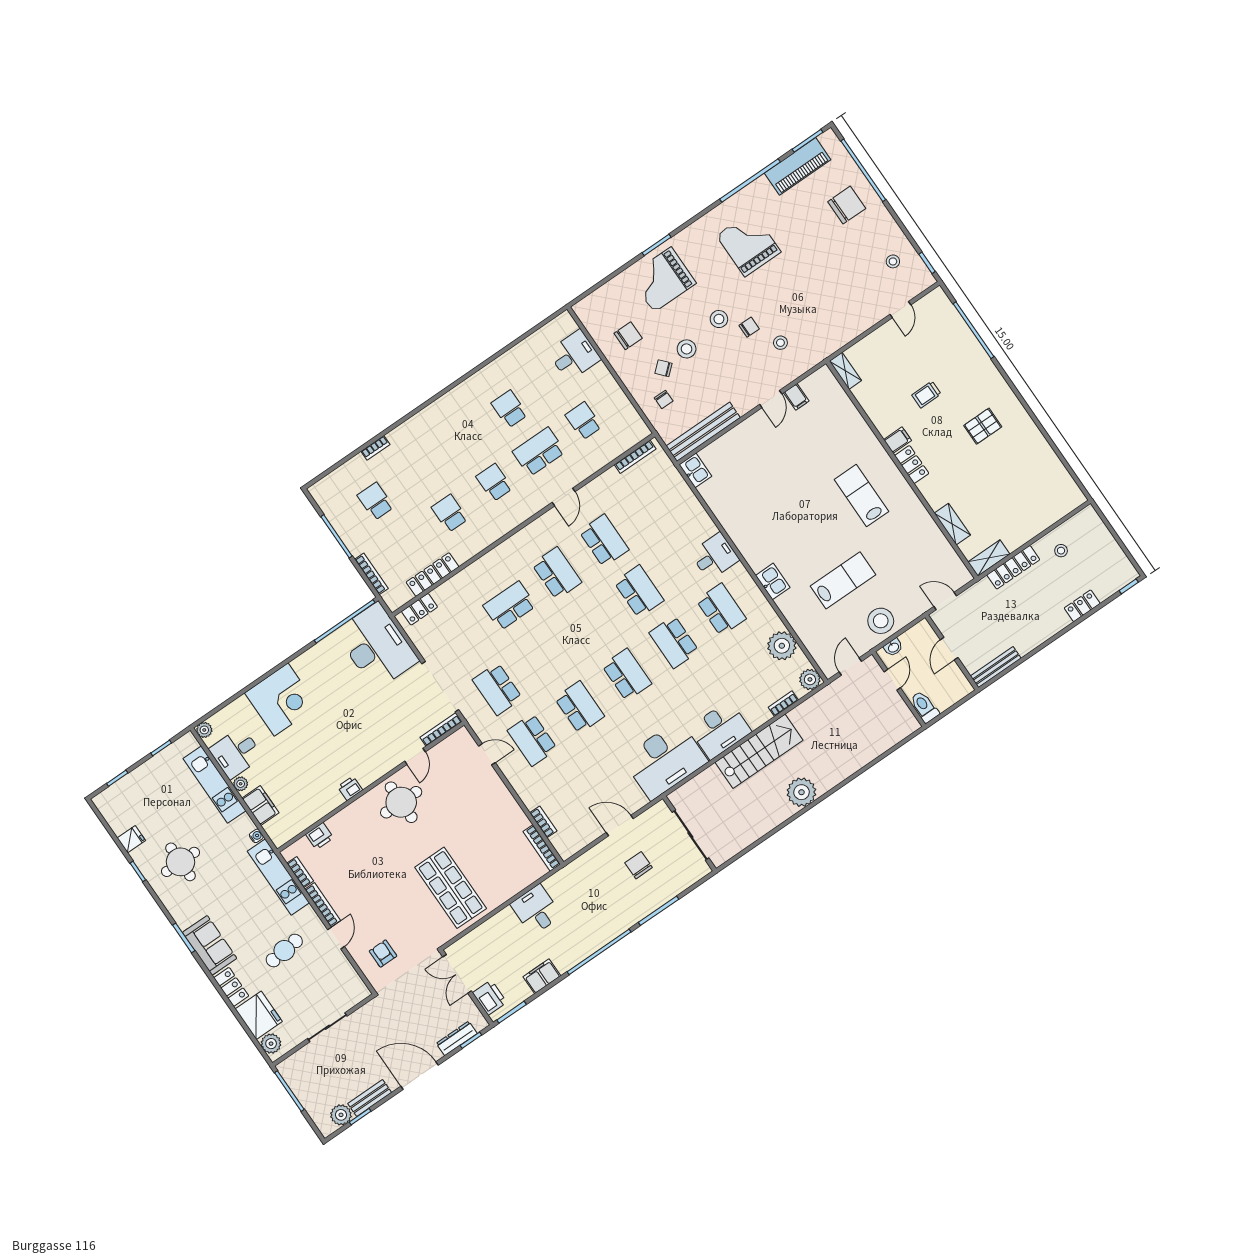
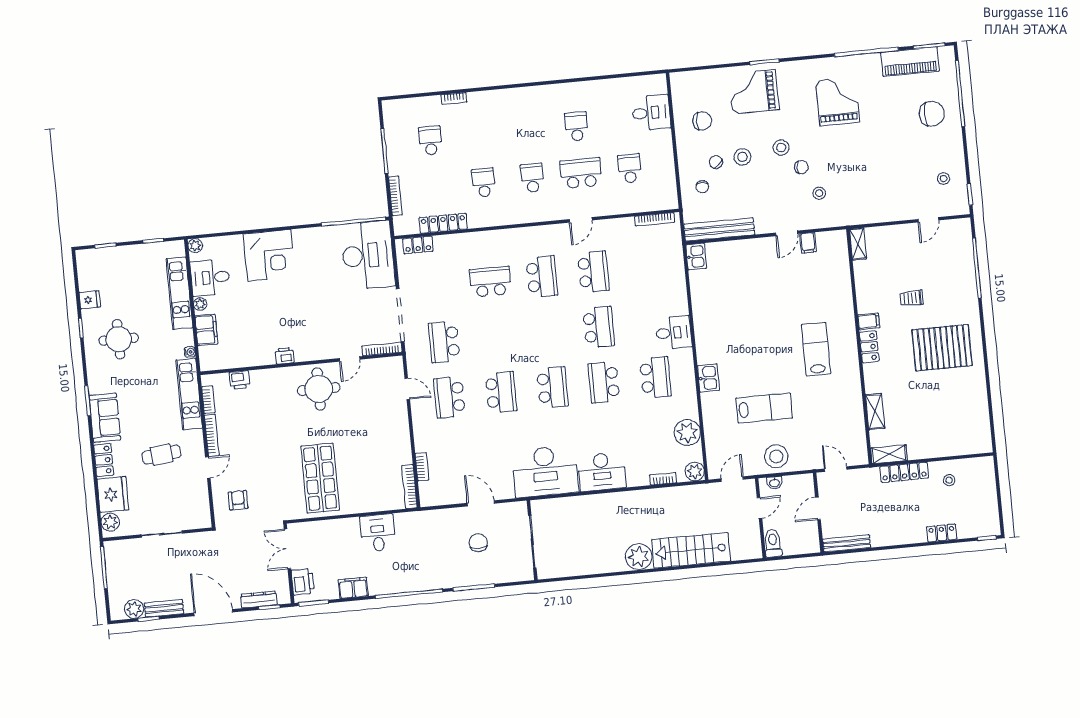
pallet: (983, 426) -> (942, 348), width x2.05, depth x2.00
stairs: (759, 751) -> (691, 550), moved, turned 180

